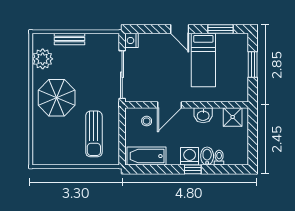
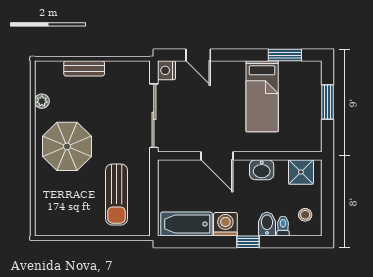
door: (180, 29) -> (198, 55), moved
plant: (43, 59) -> (42, 101), width x0.53, depth x0.53
door: (169, 105) -> (217, 156), hinge flipped
stool: (147, 121) -> (305, 215), moved
washing machine: (190, 156) -> (225, 224), moved

